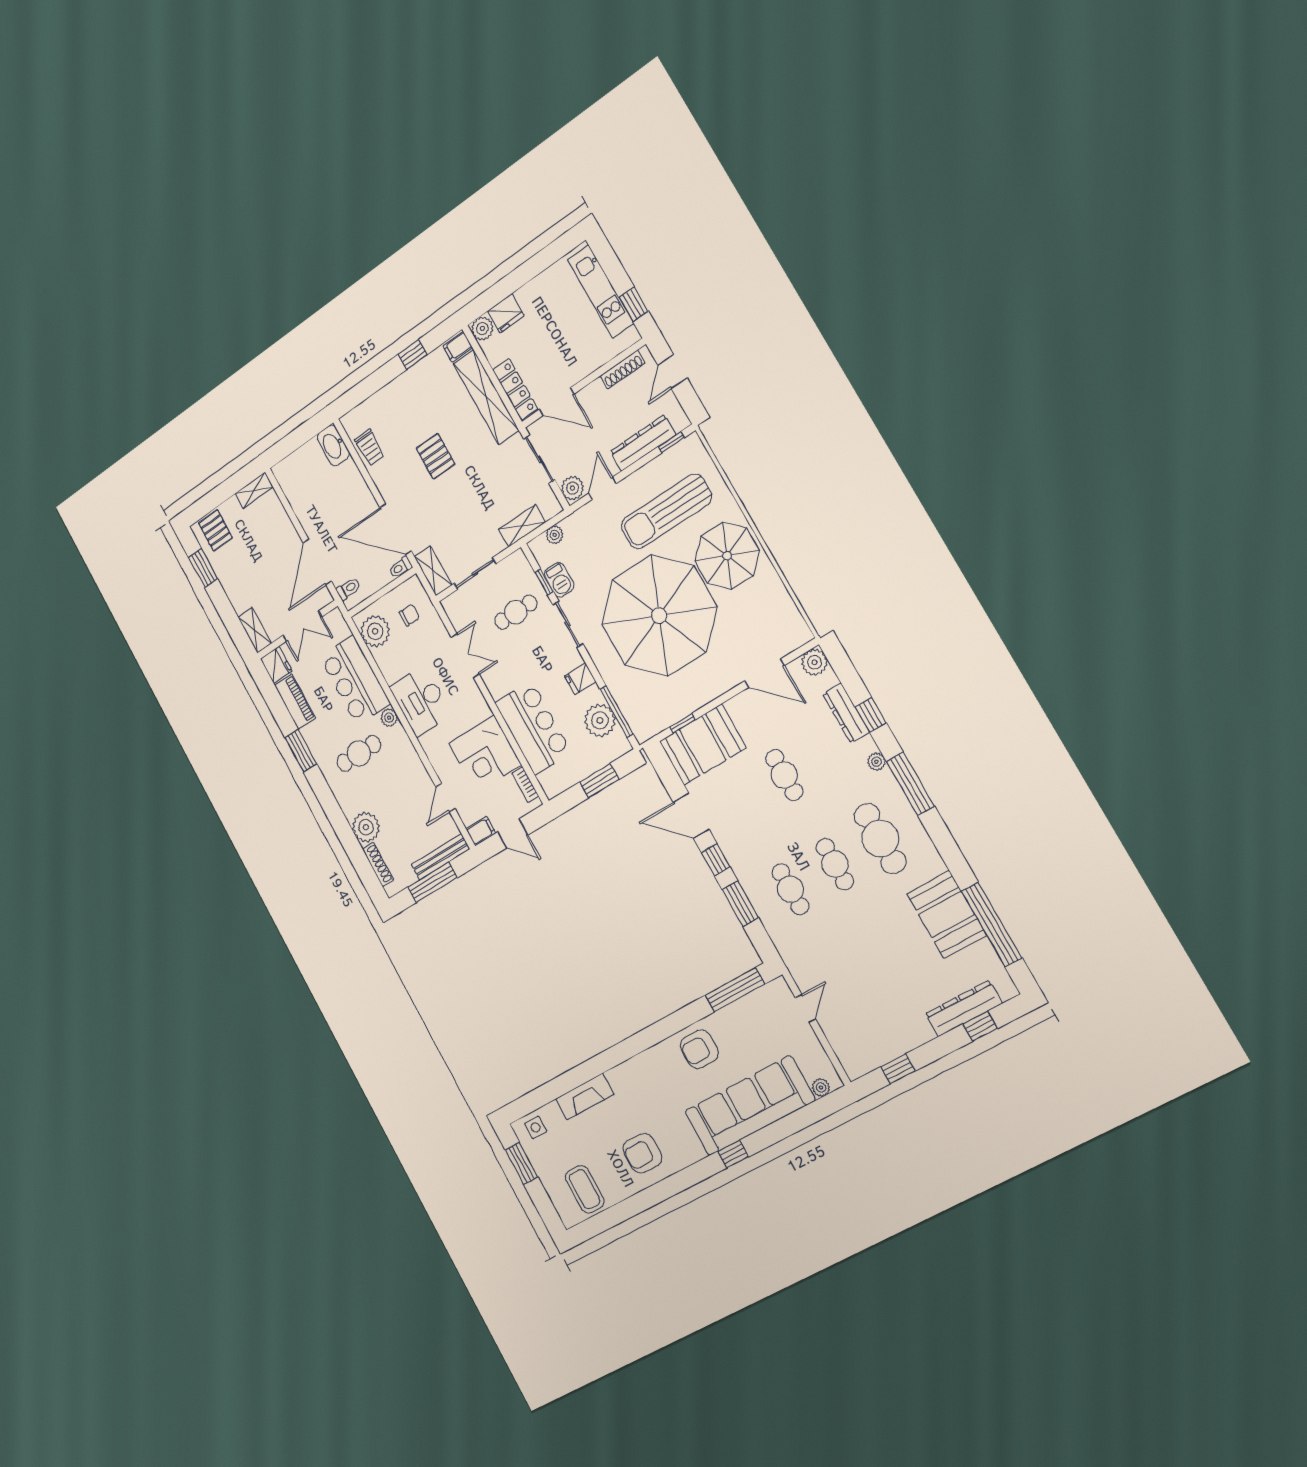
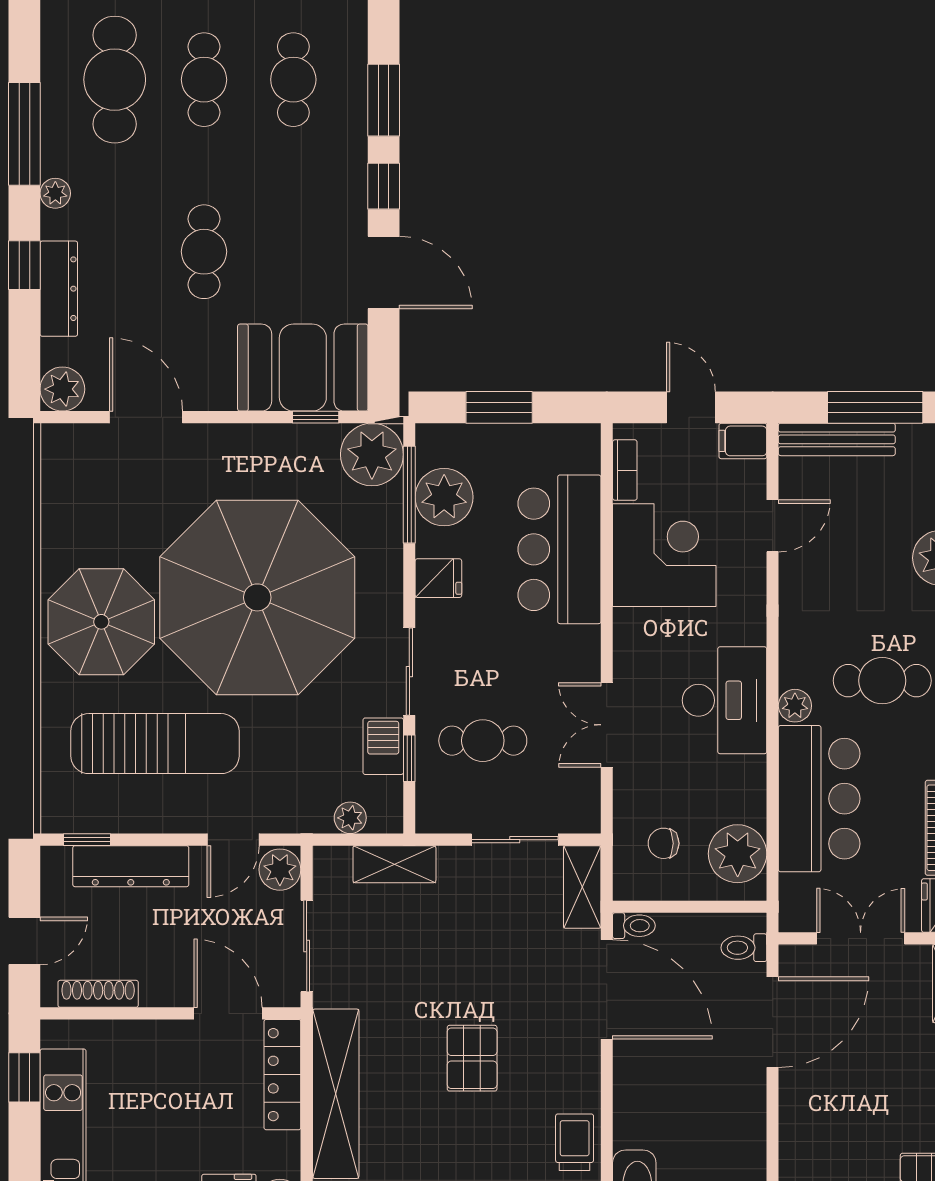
plant: (645, 721) -> (372, 454), added

